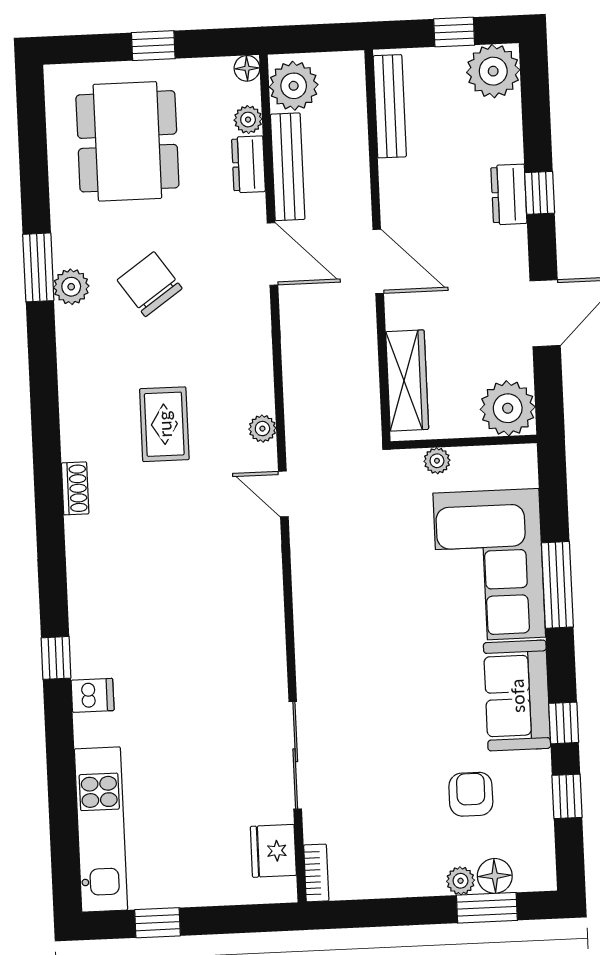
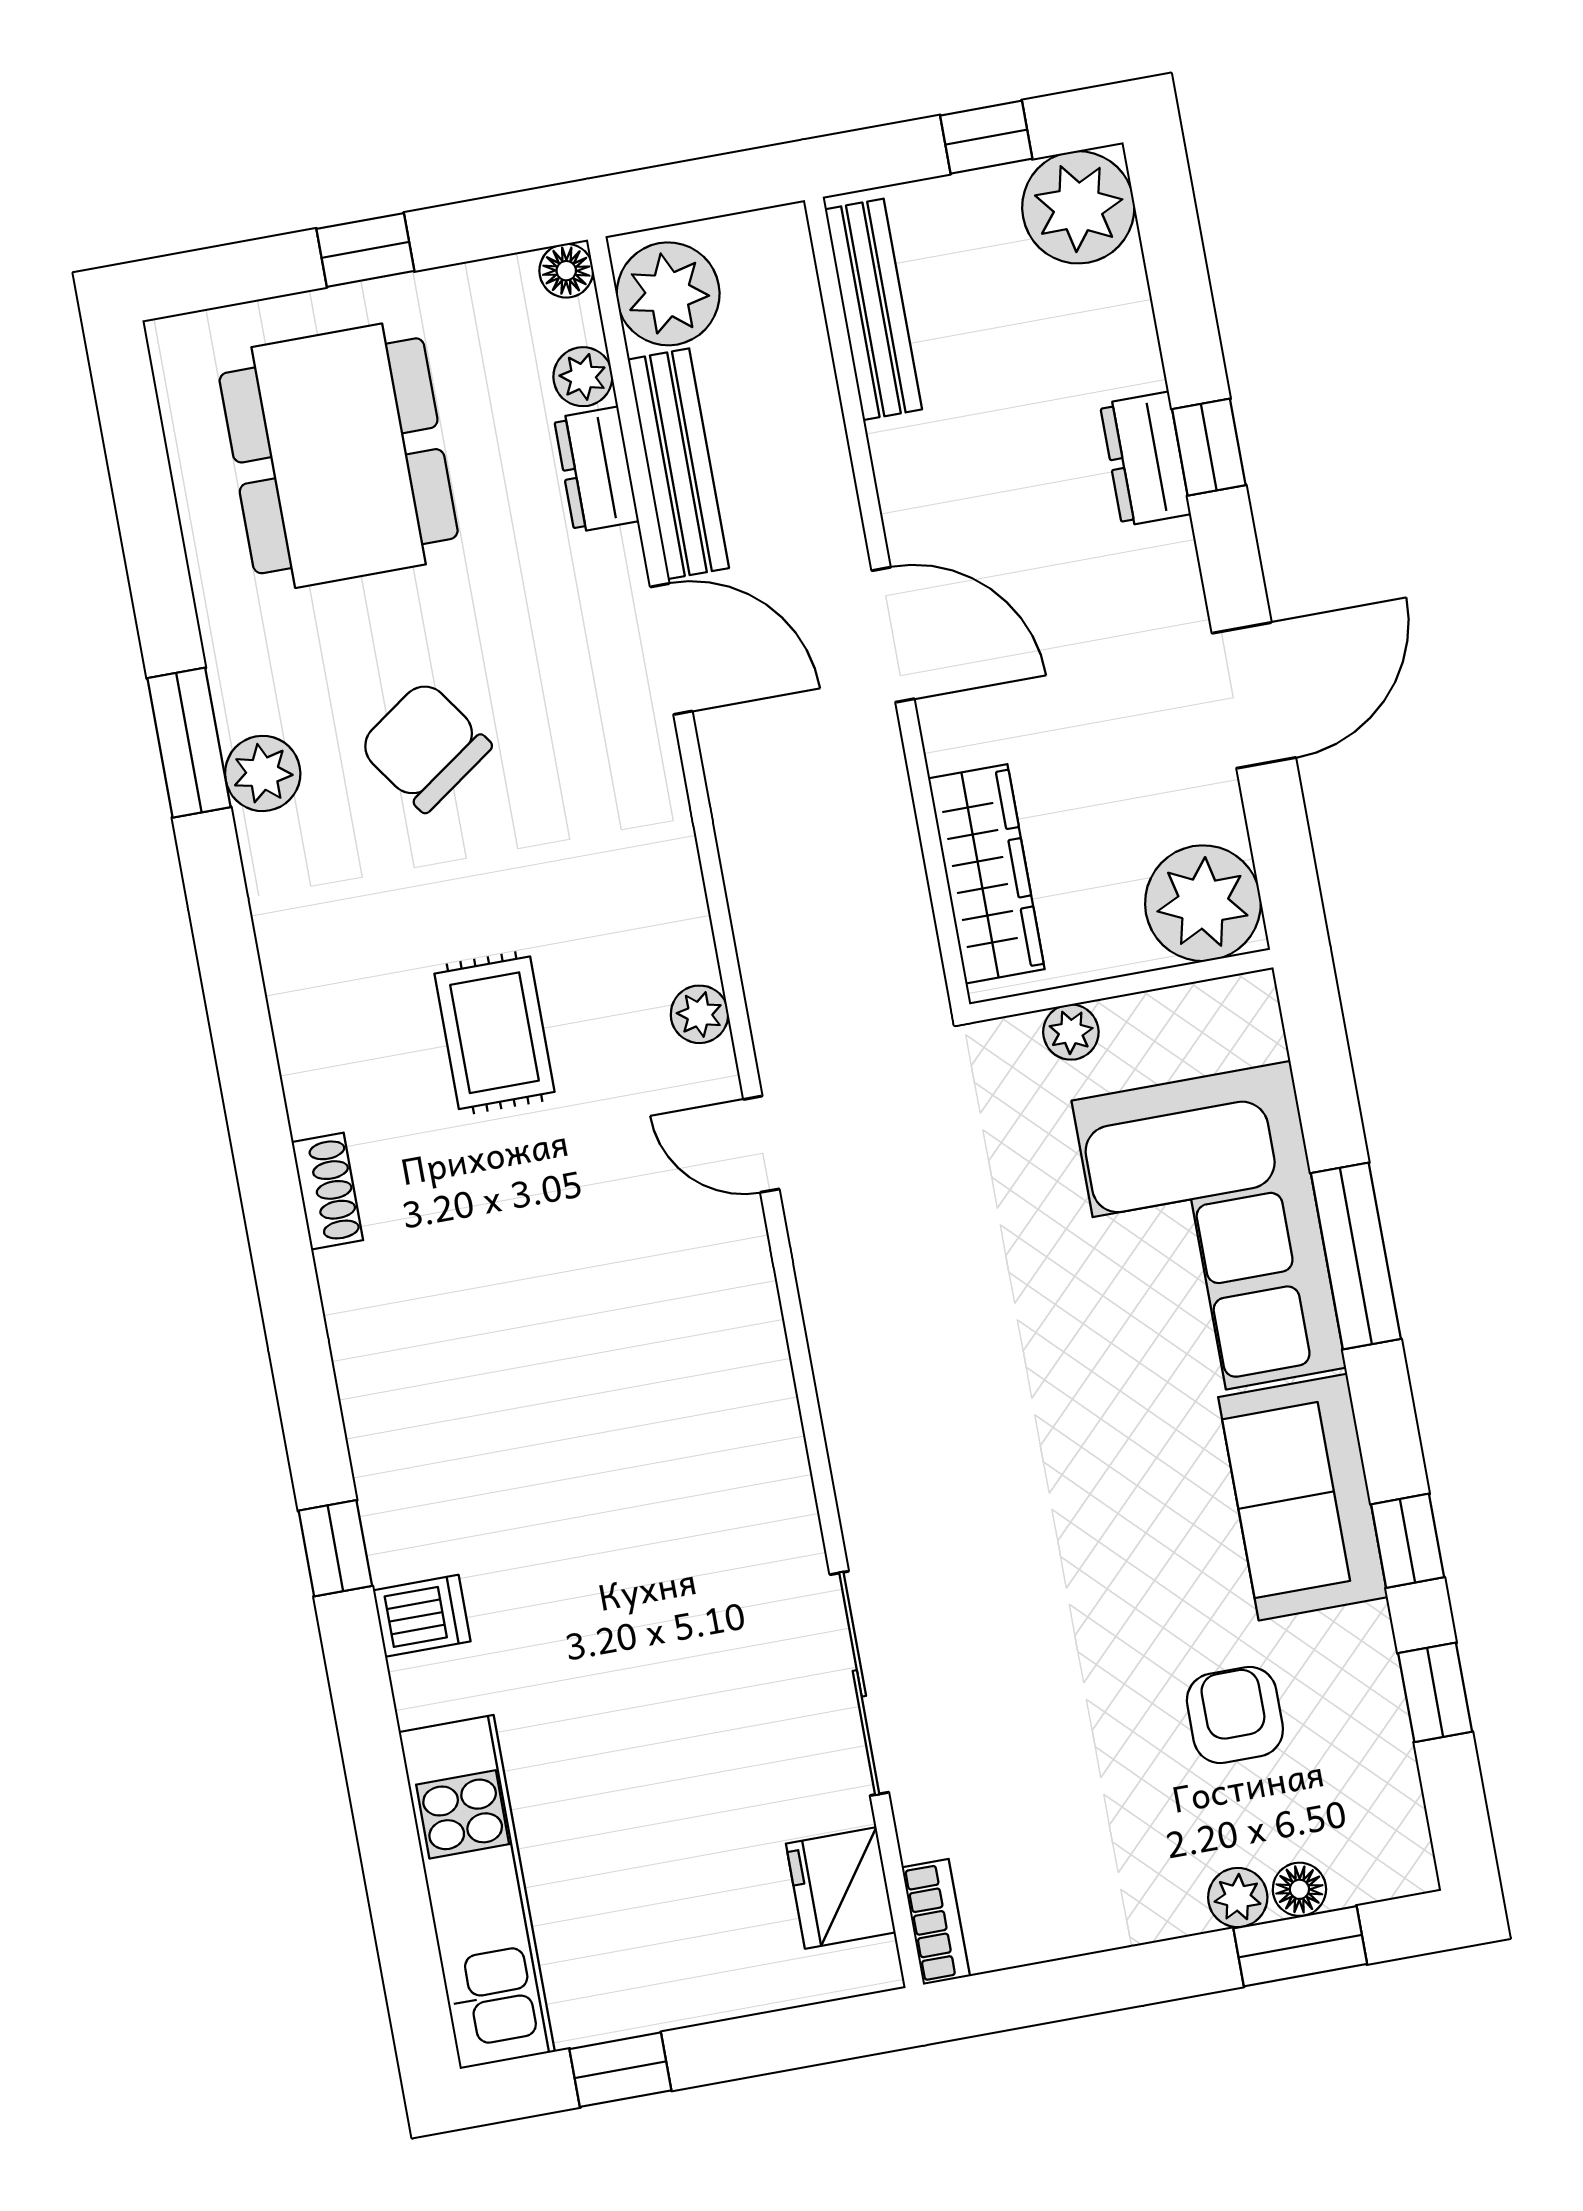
floor lamp: (495, 876) -> (1299, 1889), width x0.73, depth x0.73

